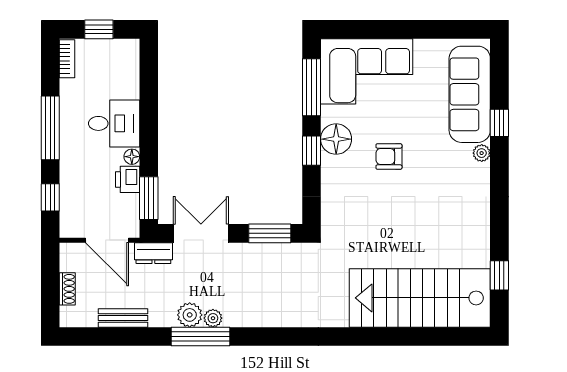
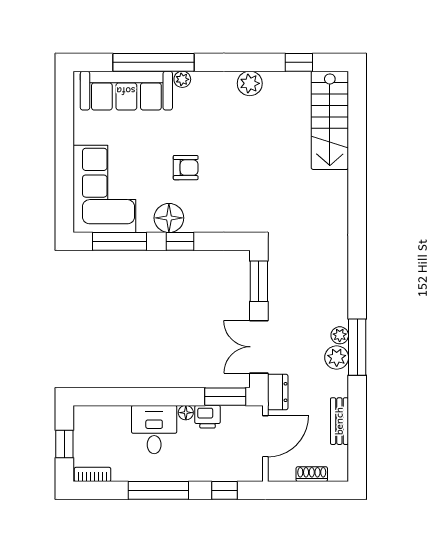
window: (499, 123) -> (154, 62), width x3.17
armchair: (389, 156) -> (186, 168), turned -90
plant: (477, 224) -> (250, 83), added
stairs: (420, 298) -> (330, 120), width x0.73, depth x0.66

